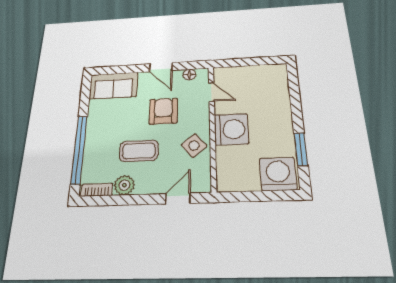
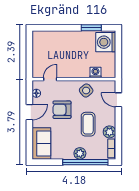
washing machine: (231, 129) -> (95, 72), moved, width x0.53, depth x0.53
plant: (94, 140) -> (80, 153), added

